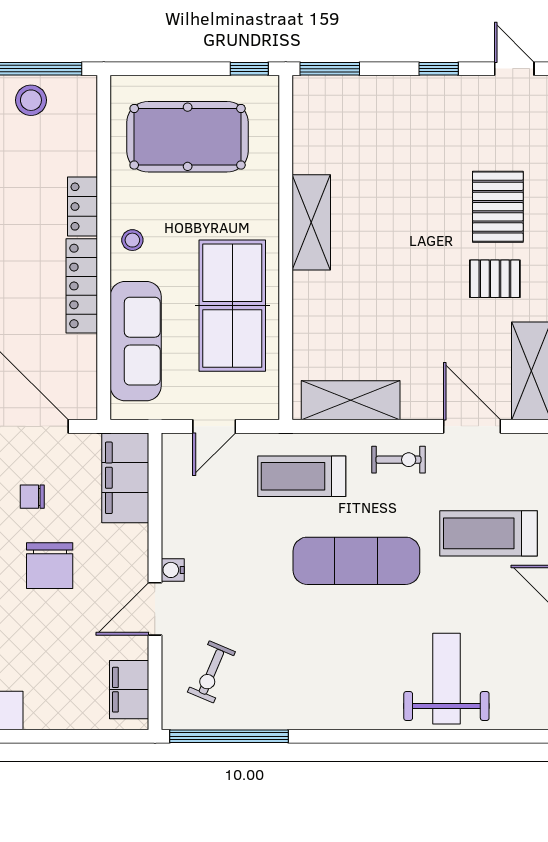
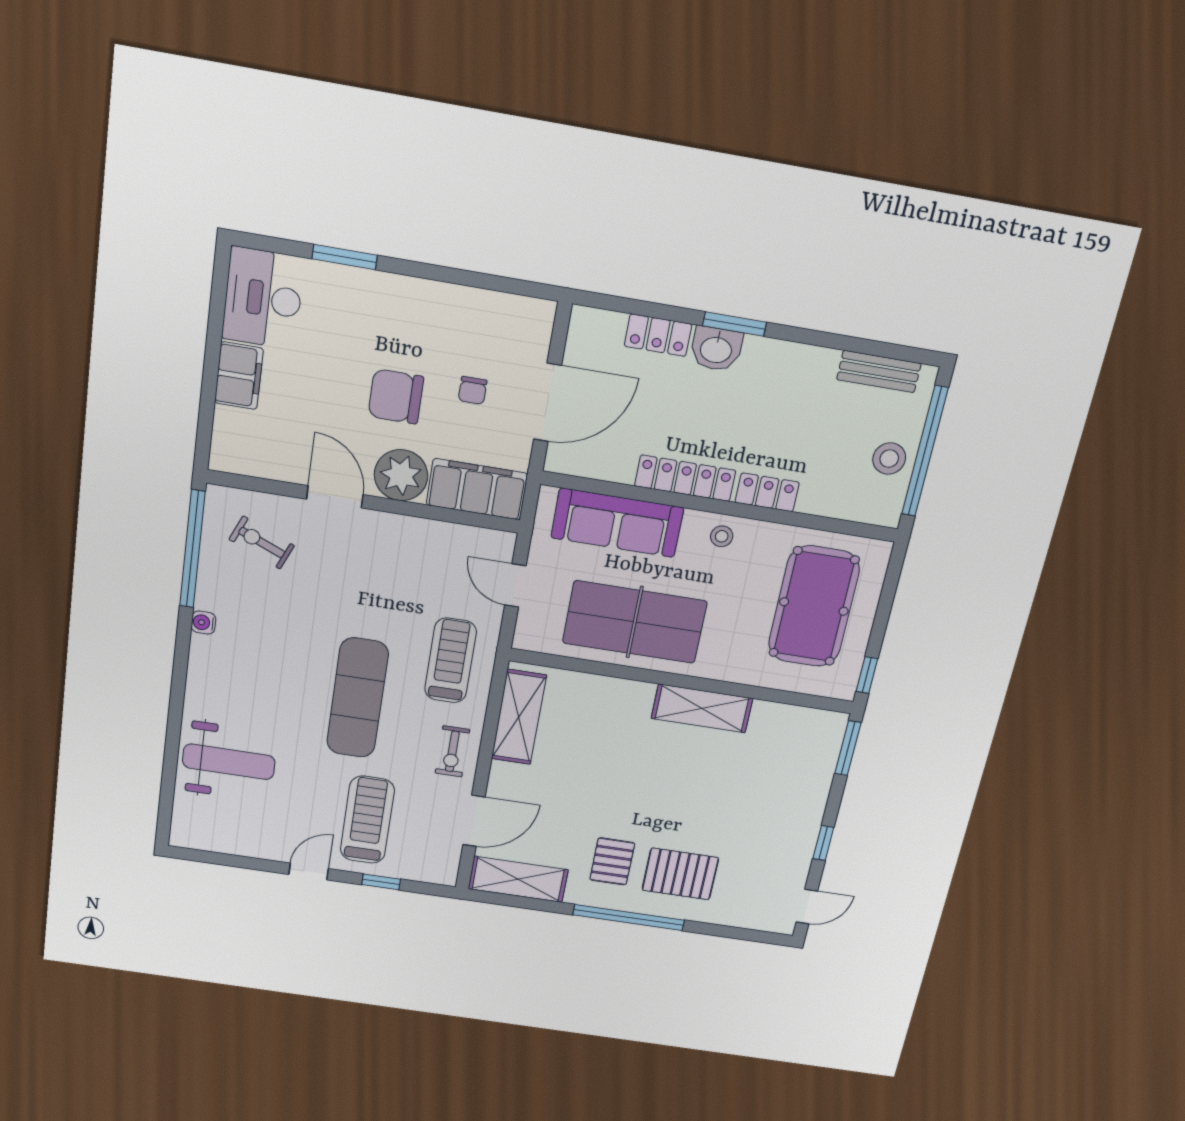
chair: (32, 497) -> (473, 390), turned 180
plant: (124, 550) -> (401, 475), added
water cooler: (173, 570) -> (203, 623), moved, turned -90
filing cabinet: (129, 690) -> (239, 376), moved, turned 90

